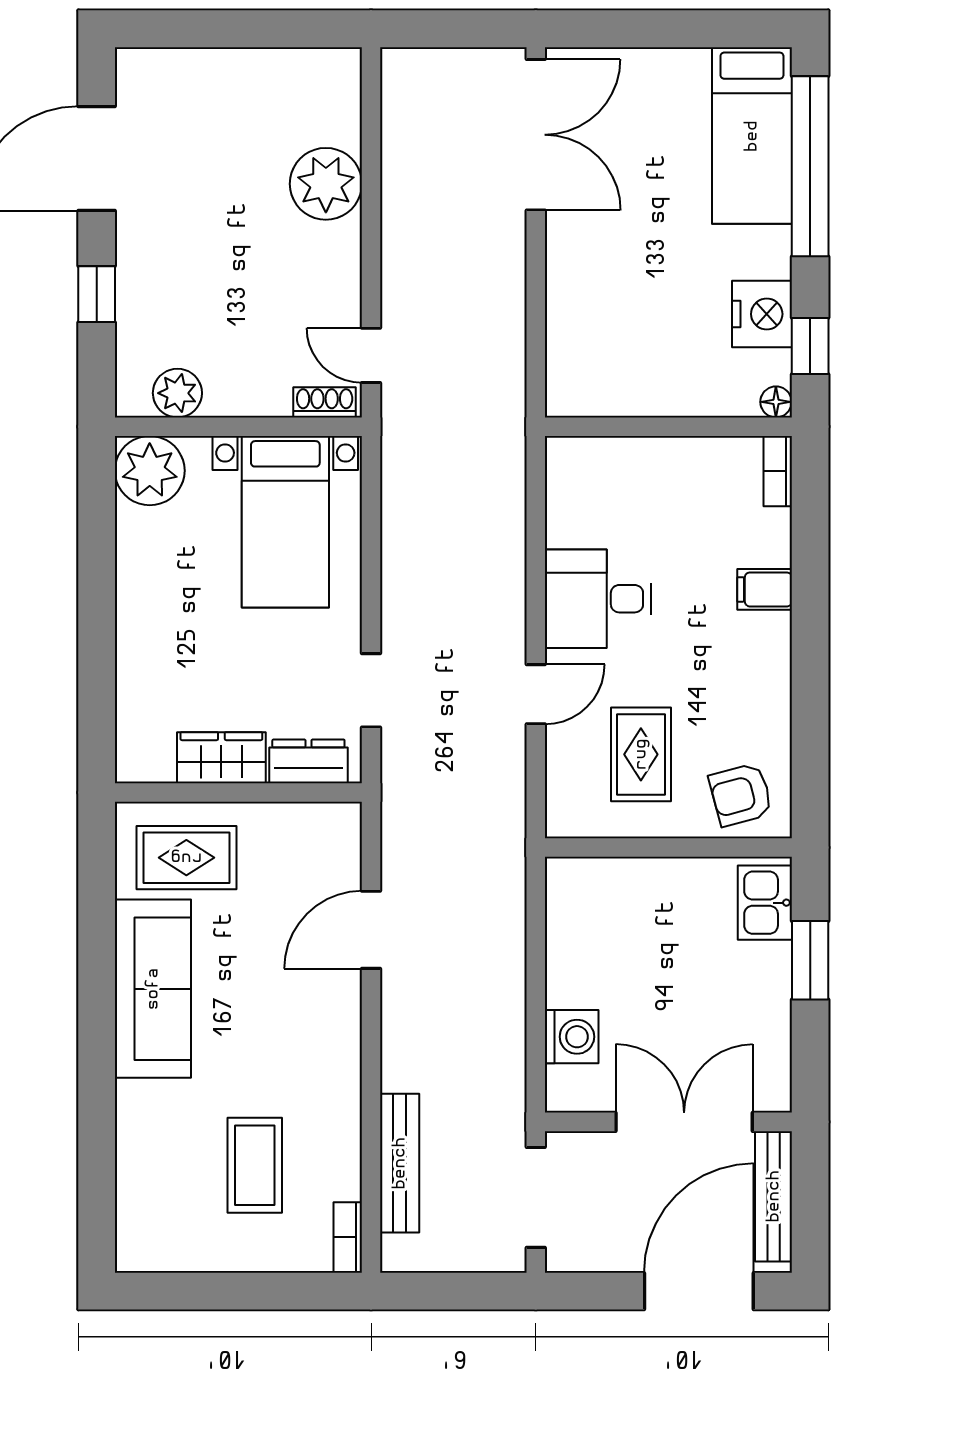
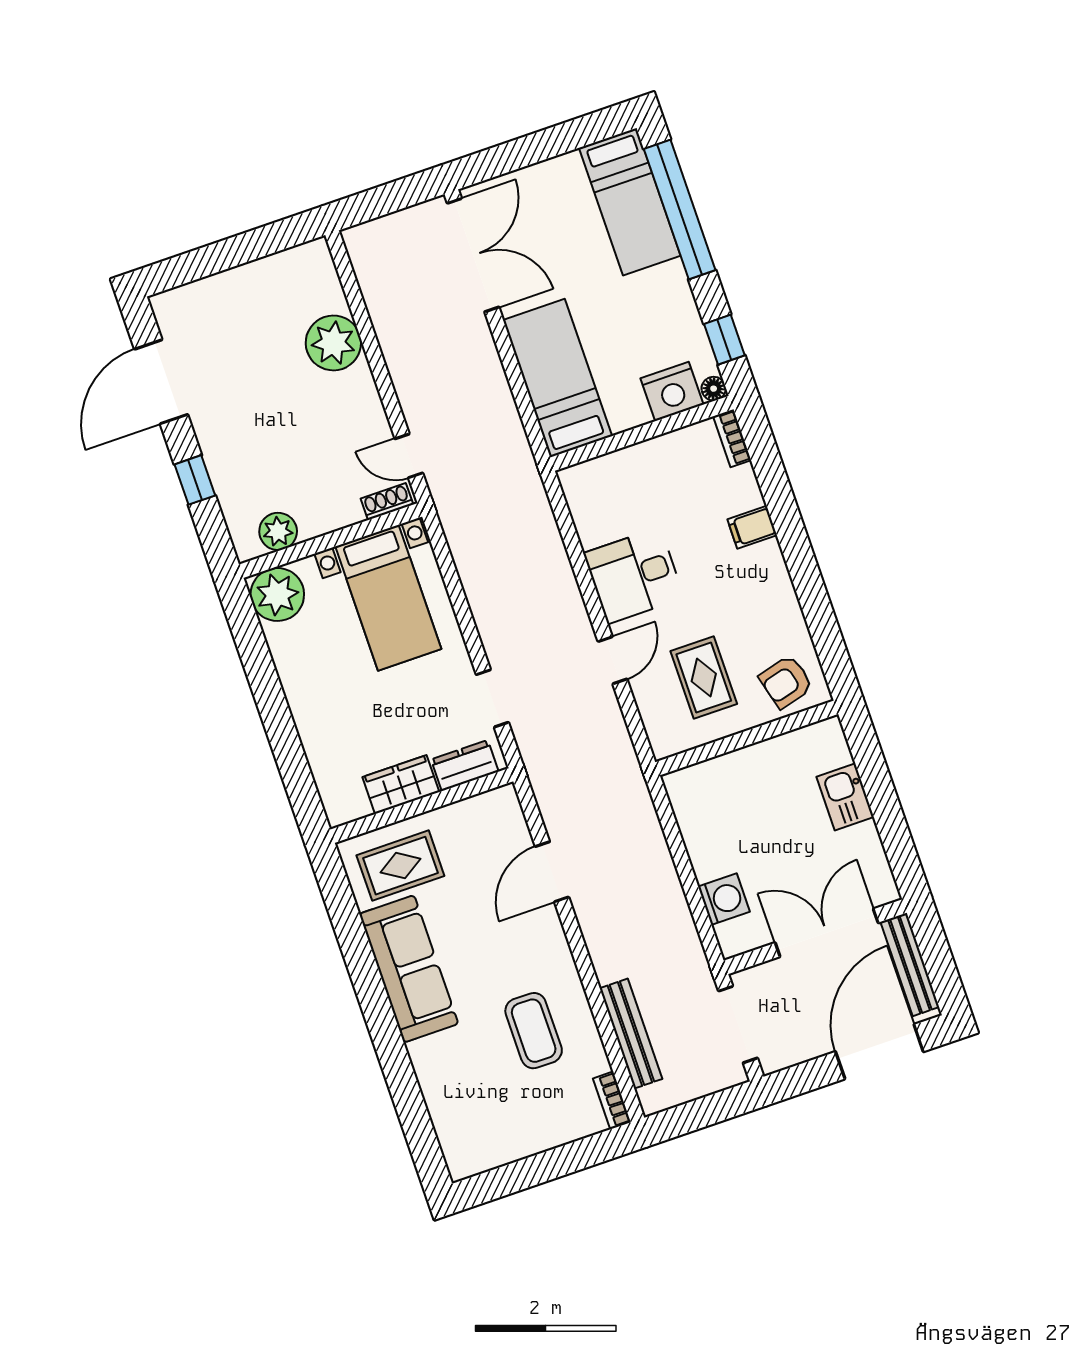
nightstand: (762, 314) -> (672, 391), moved, turned 90
bed: (588, 322) -> (557, 378), added
kitchen sink: (765, 903) -> (845, 797), moved
window: (810, 960) -> (878, 784), removed
coffee table: (255, 1165) -> (534, 1031), moved

